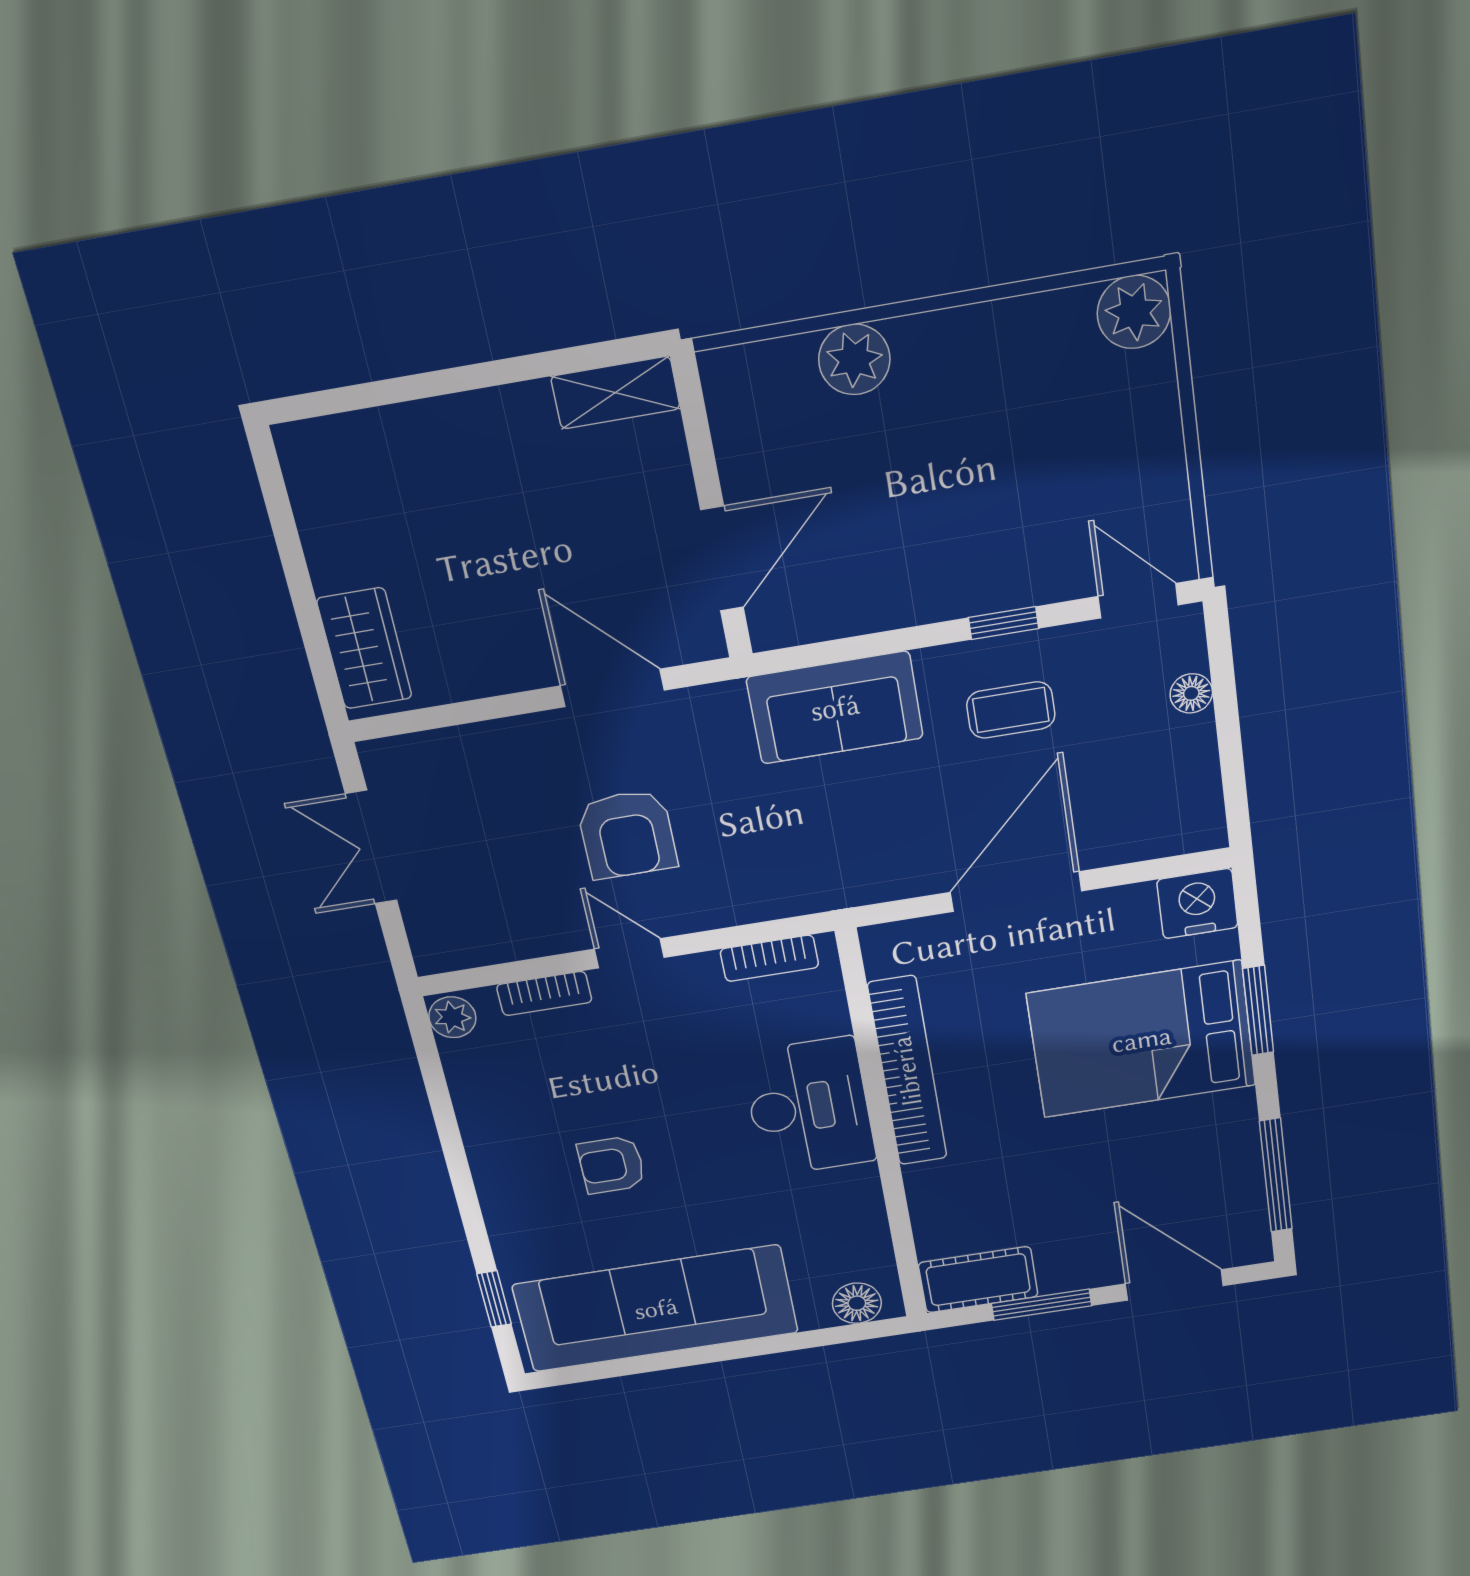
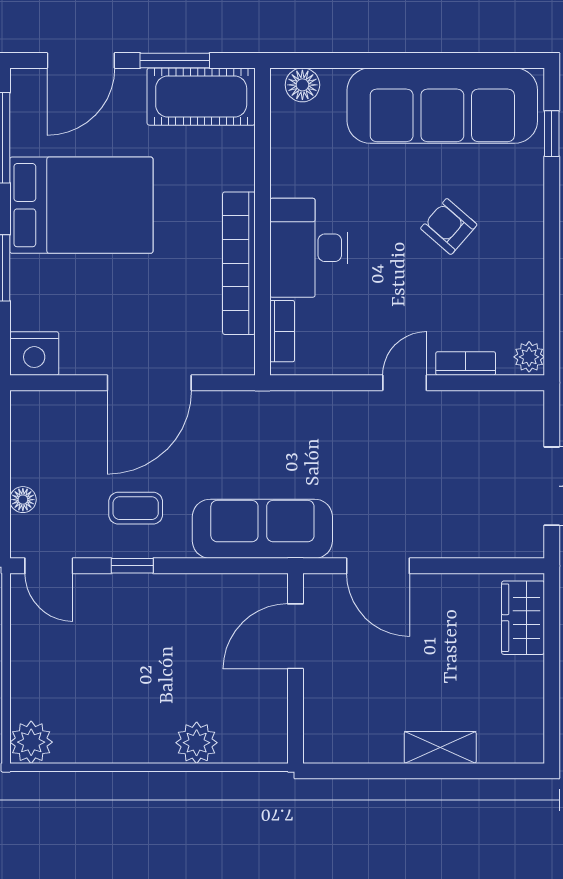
shelving: (615, 393) -> (440, 747), moved
sofa: (835, 708) -> (262, 529), width x1.36
armchair: (627, 834) -> (389, 467), removed
door: (629, 953) -> (405, 383), swing flipped
bookcase: (769, 958) -> (282, 331), moved, turned 90
bed: (1142, 1040) -> (81, 205), moved
armchair: (611, 1165) -> (449, 226), turned -139
cot: (978, 1280) -> (201, 97), width x1.37, depth x1.34
door: (1174, 1285) -> (81, 60), hinge flipped

